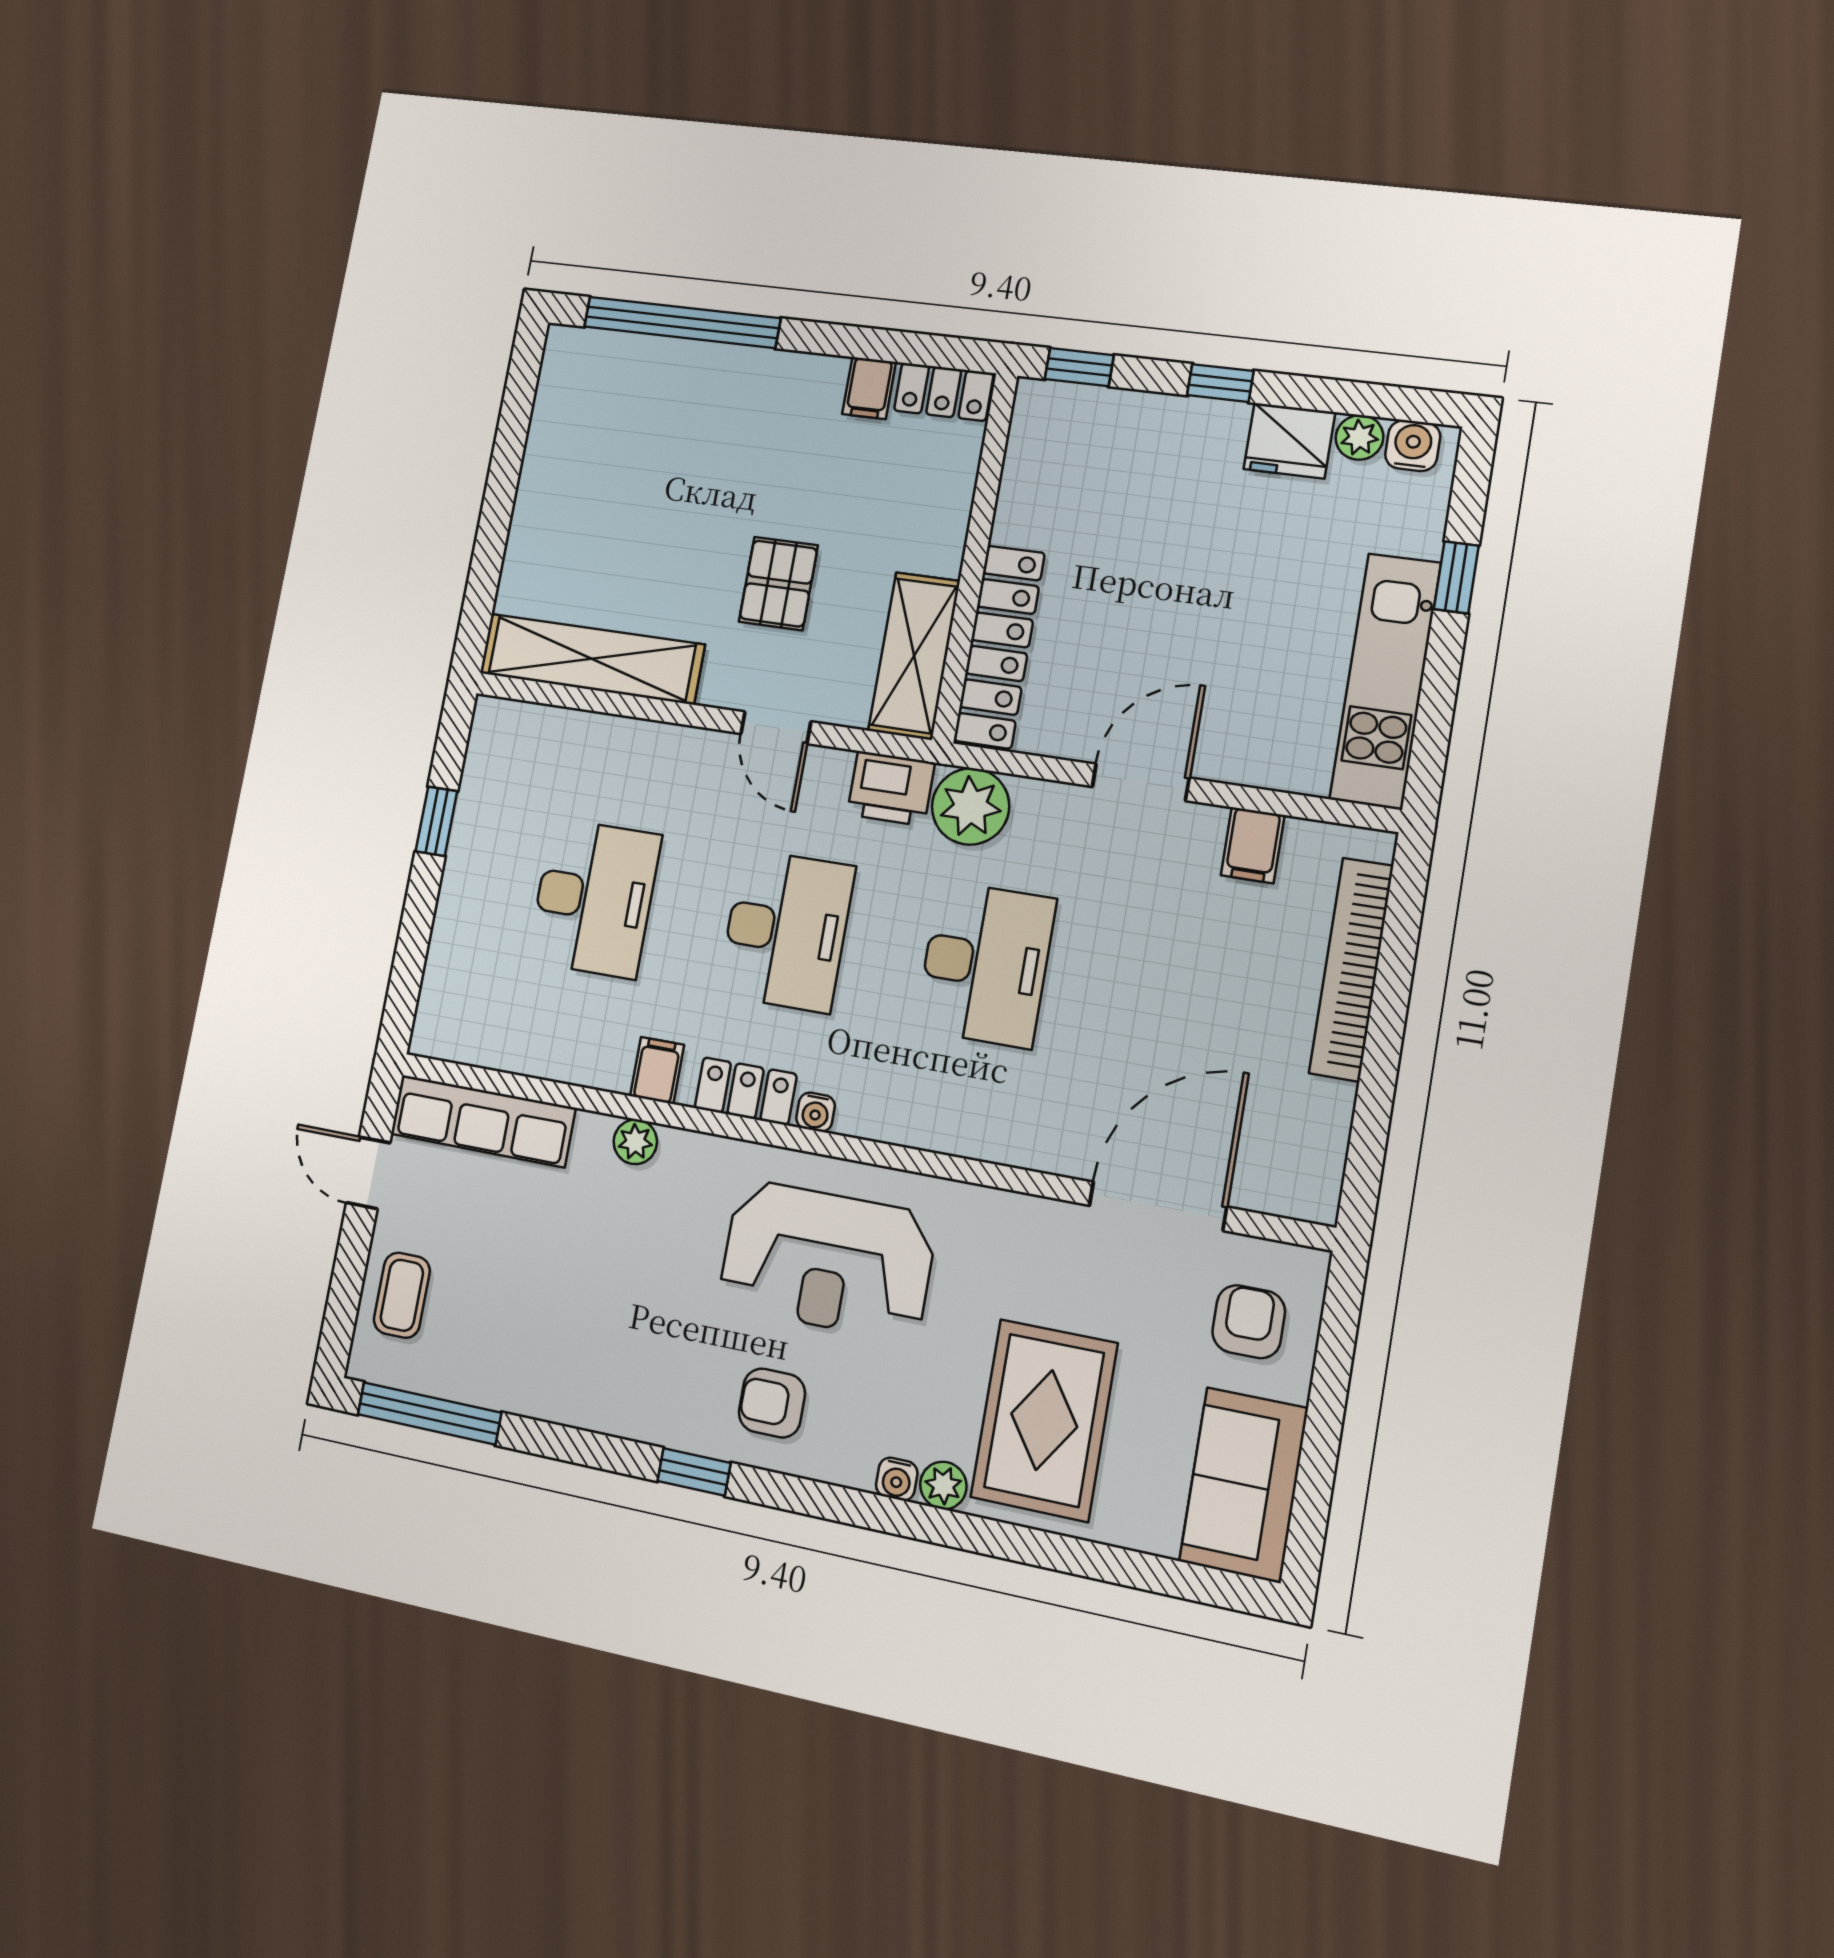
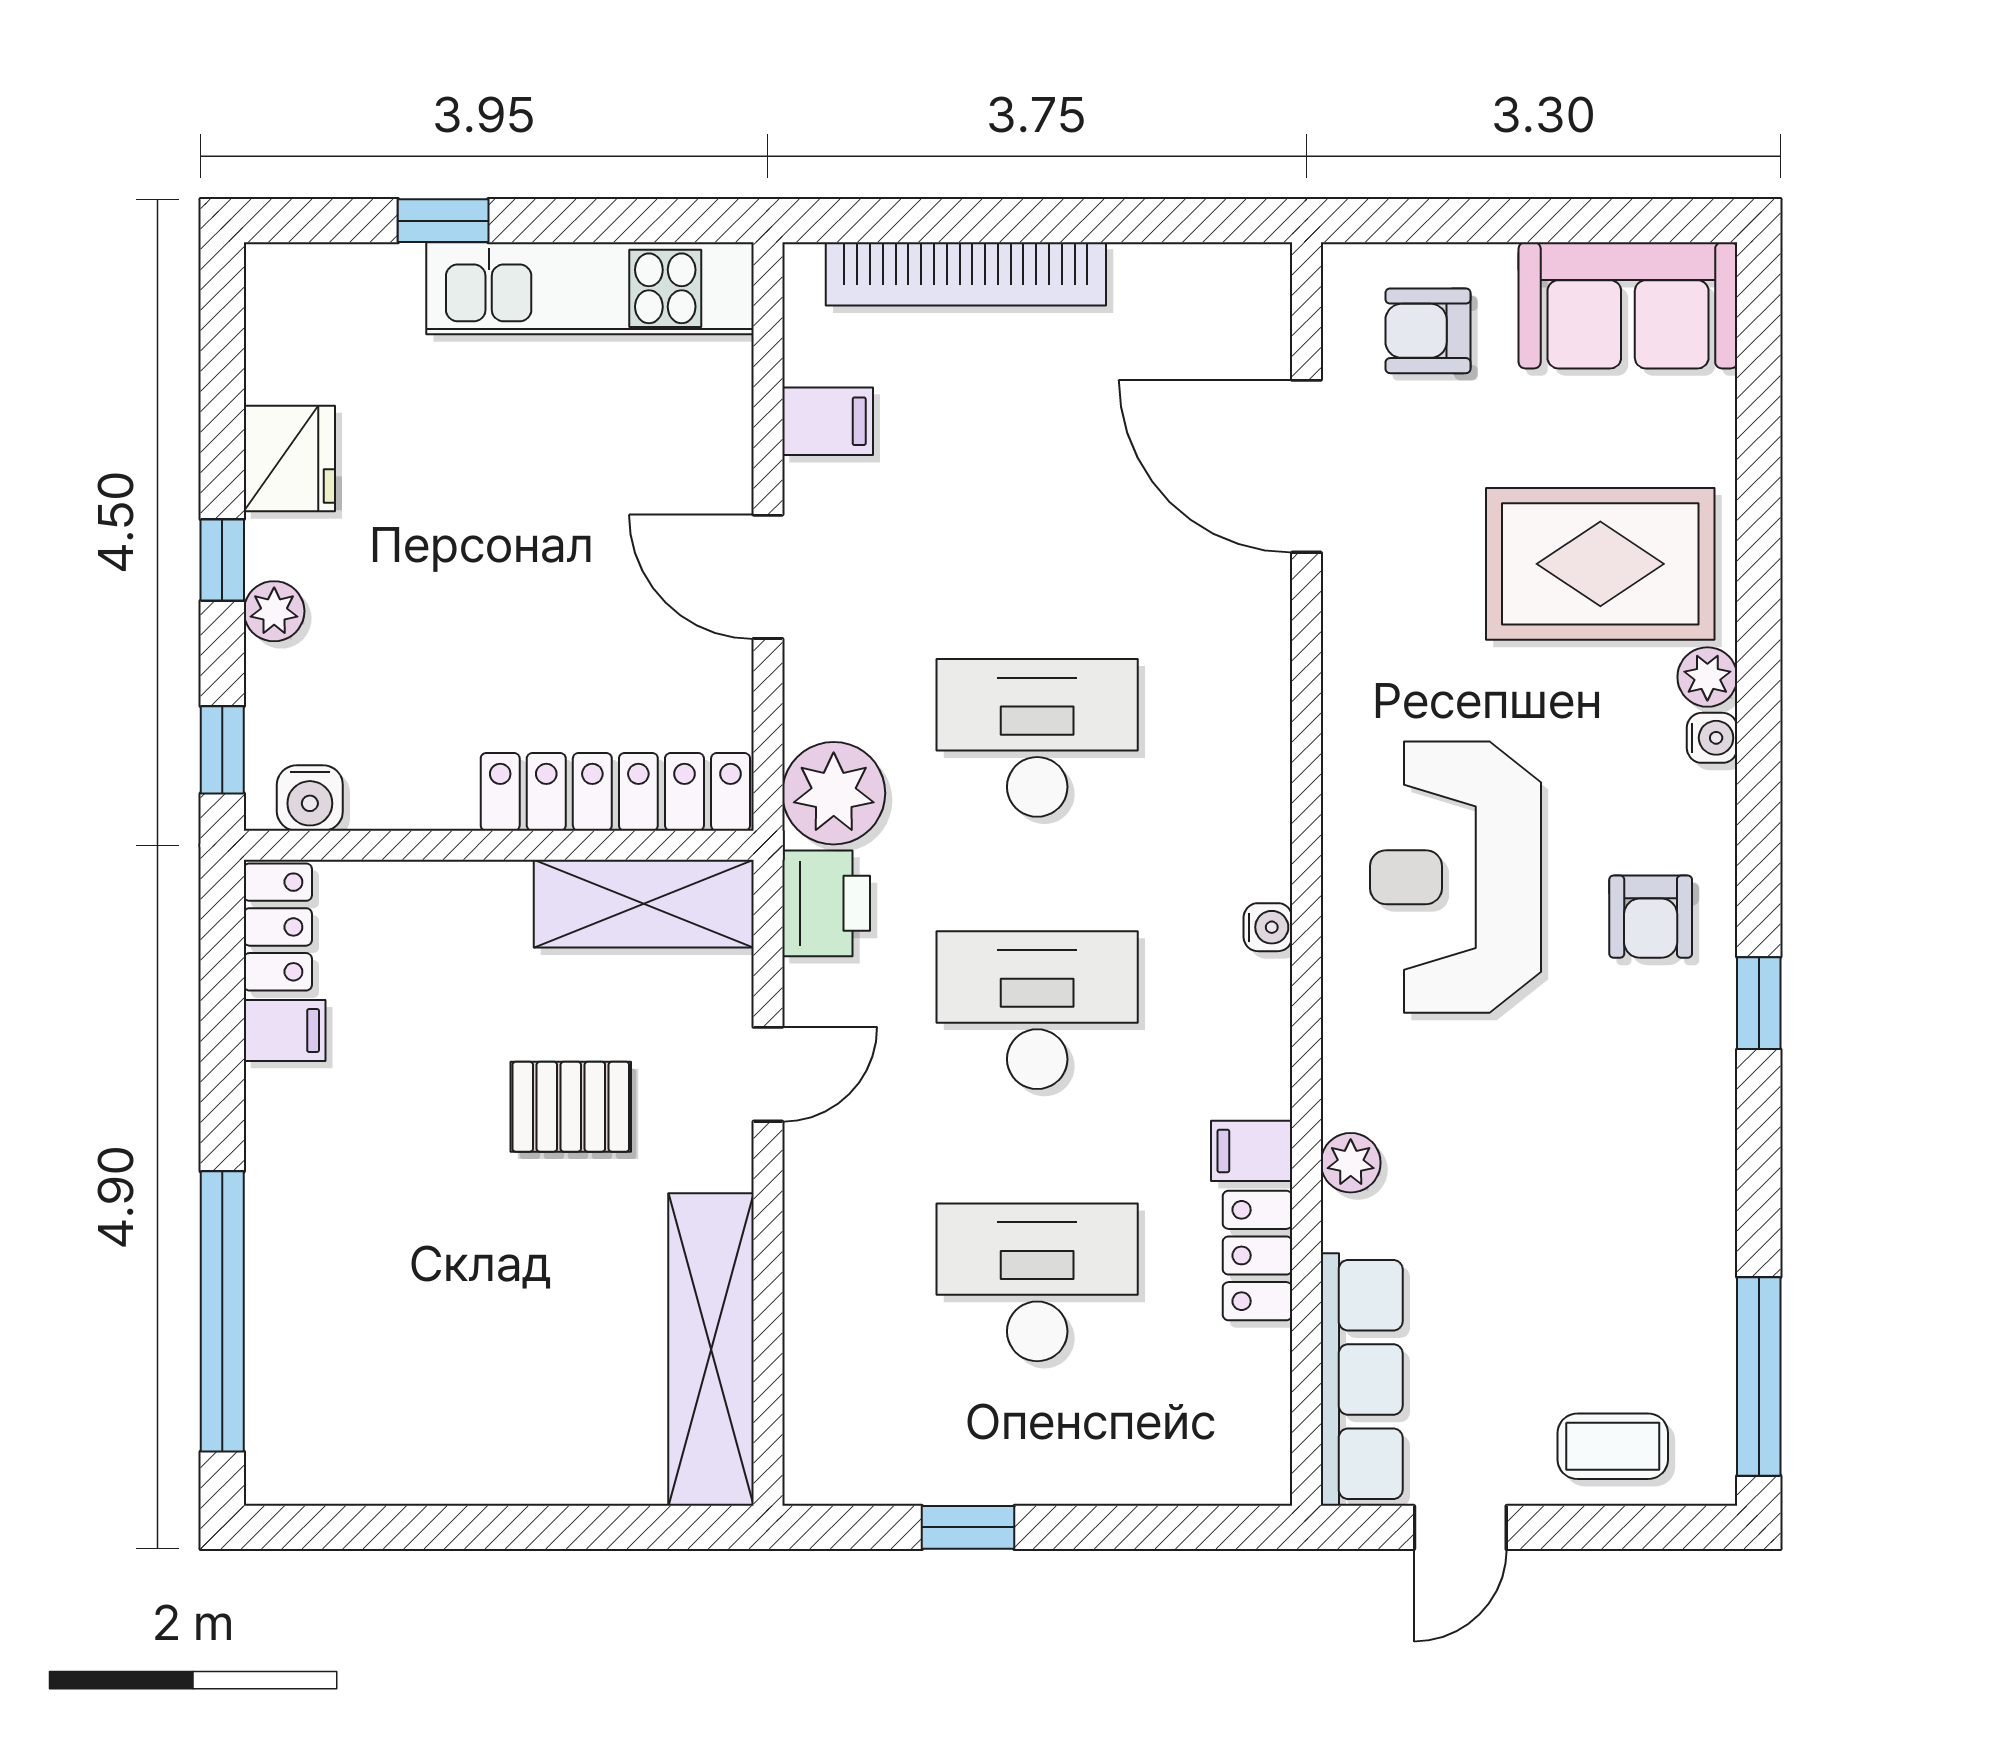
plant: (1359, 437) -> (274, 611), moved
water cooler: (1413, 446) -> (310, 798), moved, turned -90
locker: (746, 1091) -> (1257, 1255), moved
reception desk: (827, 1260) -> (1455, 877), turned 180

